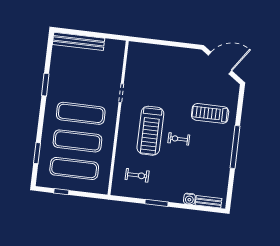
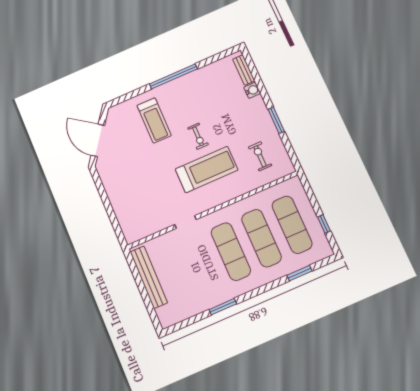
bench: (79, 41) -> (149, 277), moved

